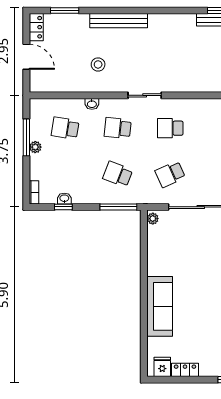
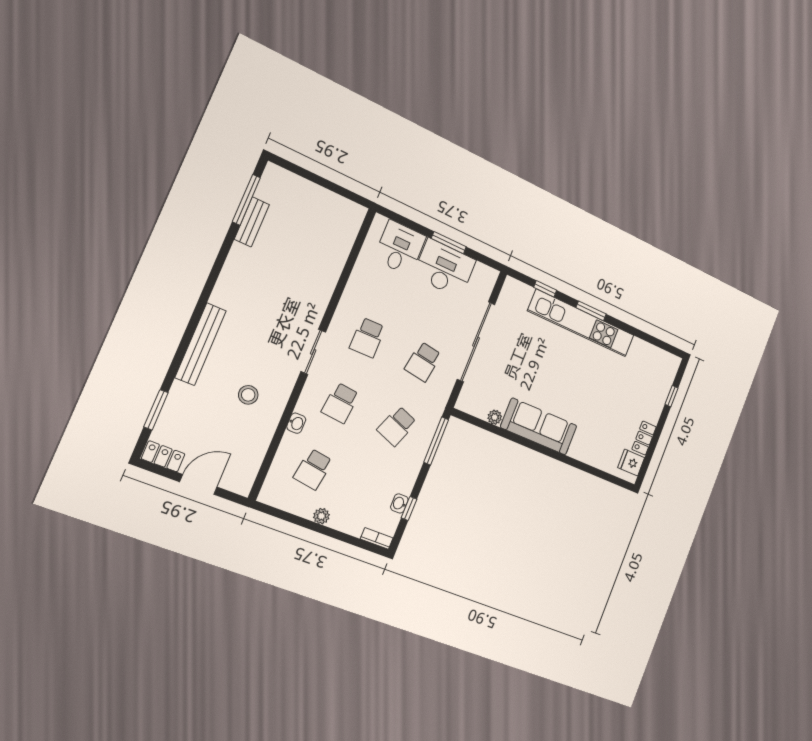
window: (26, 137) -> (304, 523), removed
school desk: (170, 174) -> (423, 362), turned 33
plant: (153, 219) -> (495, 417), moved
sofa: (160, 306) -> (539, 427), moved

